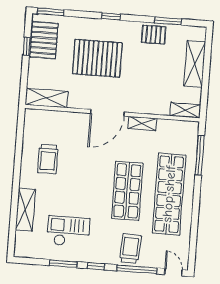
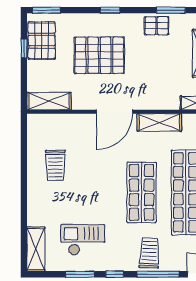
shelving: (142, 123) -> (159, 122), width x1.50, depth x1.33
shelving: (25, 210) -> (36, 249), moved

